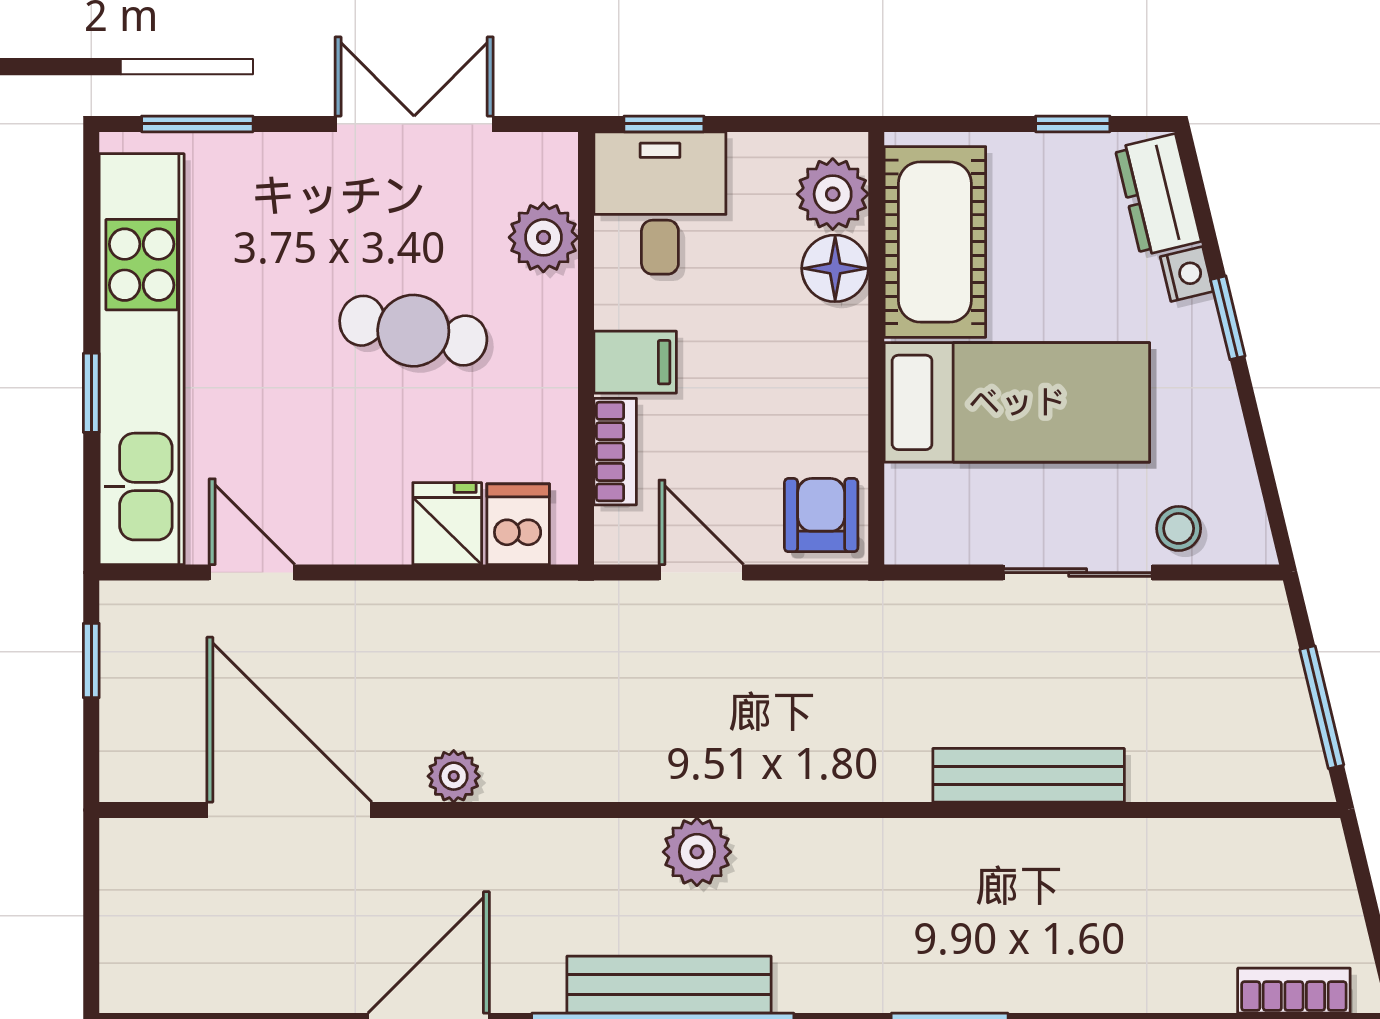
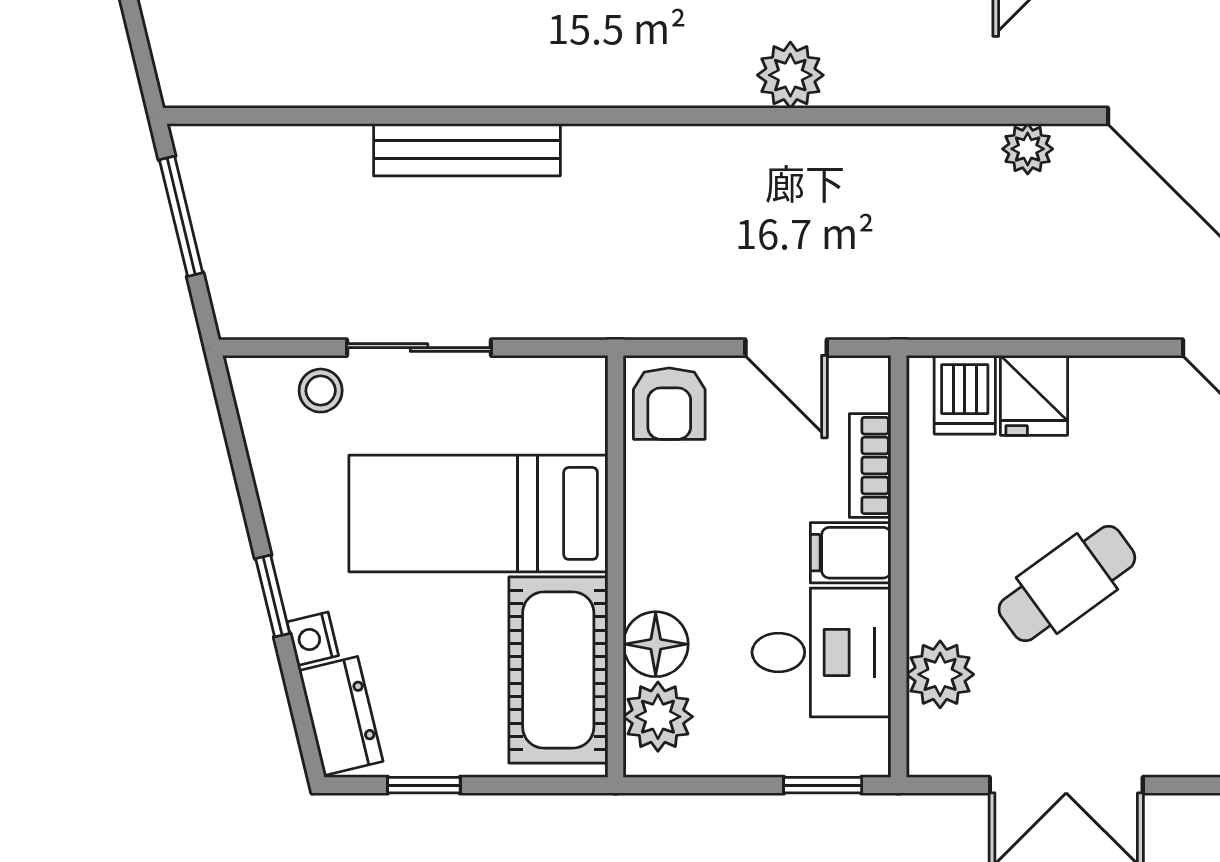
desk: (660, 203) -> (821, 652), moved, turned -90
cafe table: (413, 331) -> (1067, 583), turned -47

